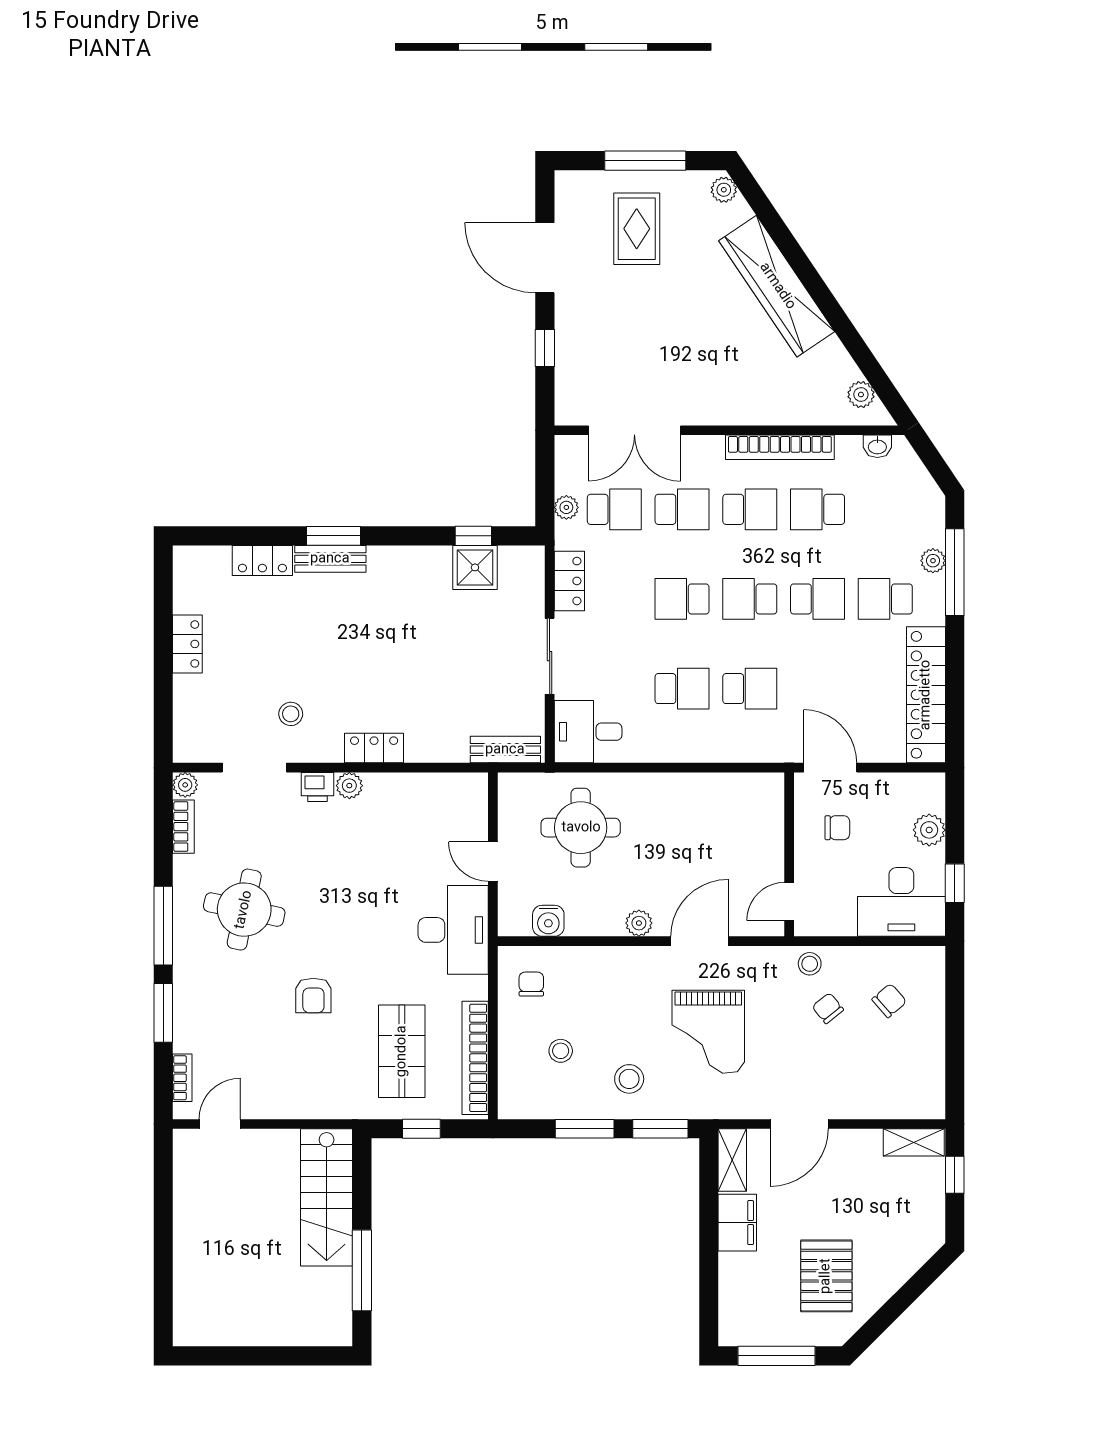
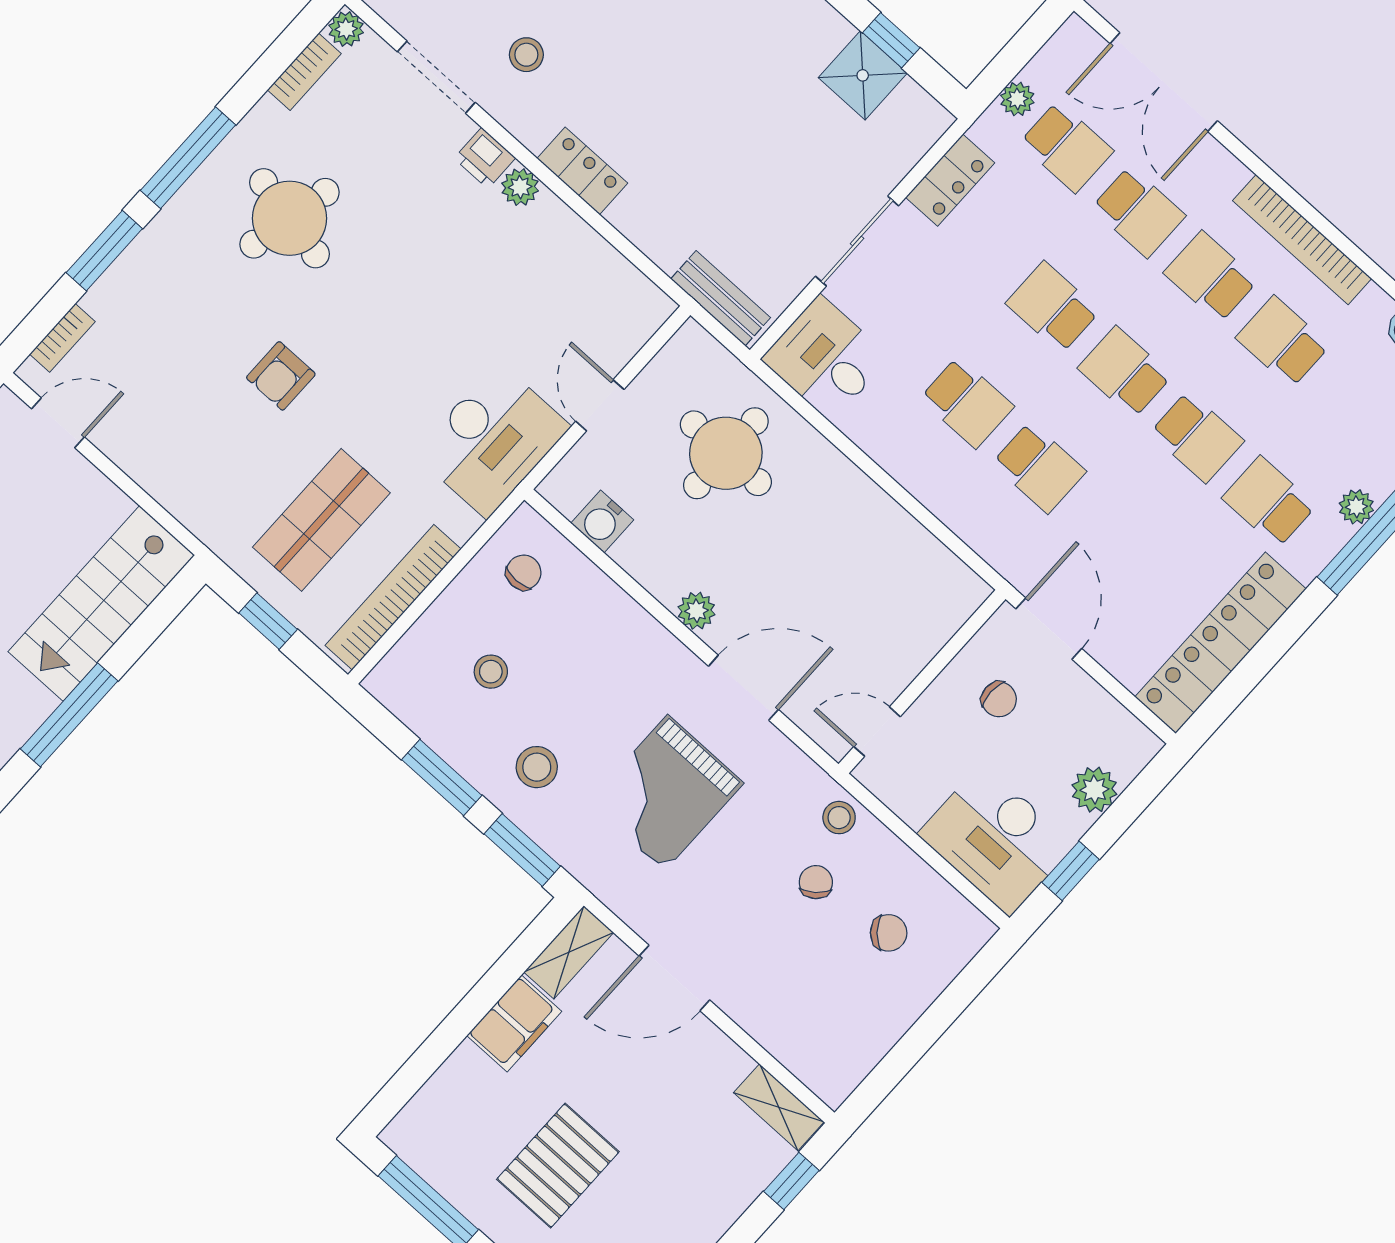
school desk: (750, 509) -> (1211, 277), turned 180

